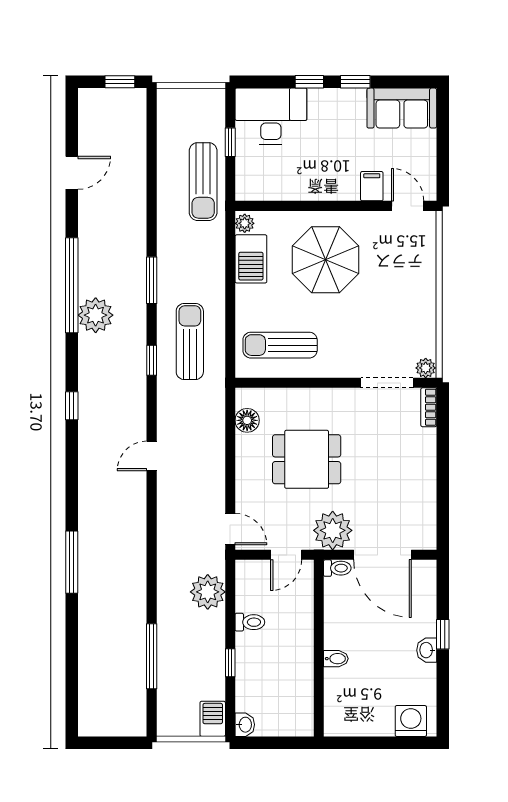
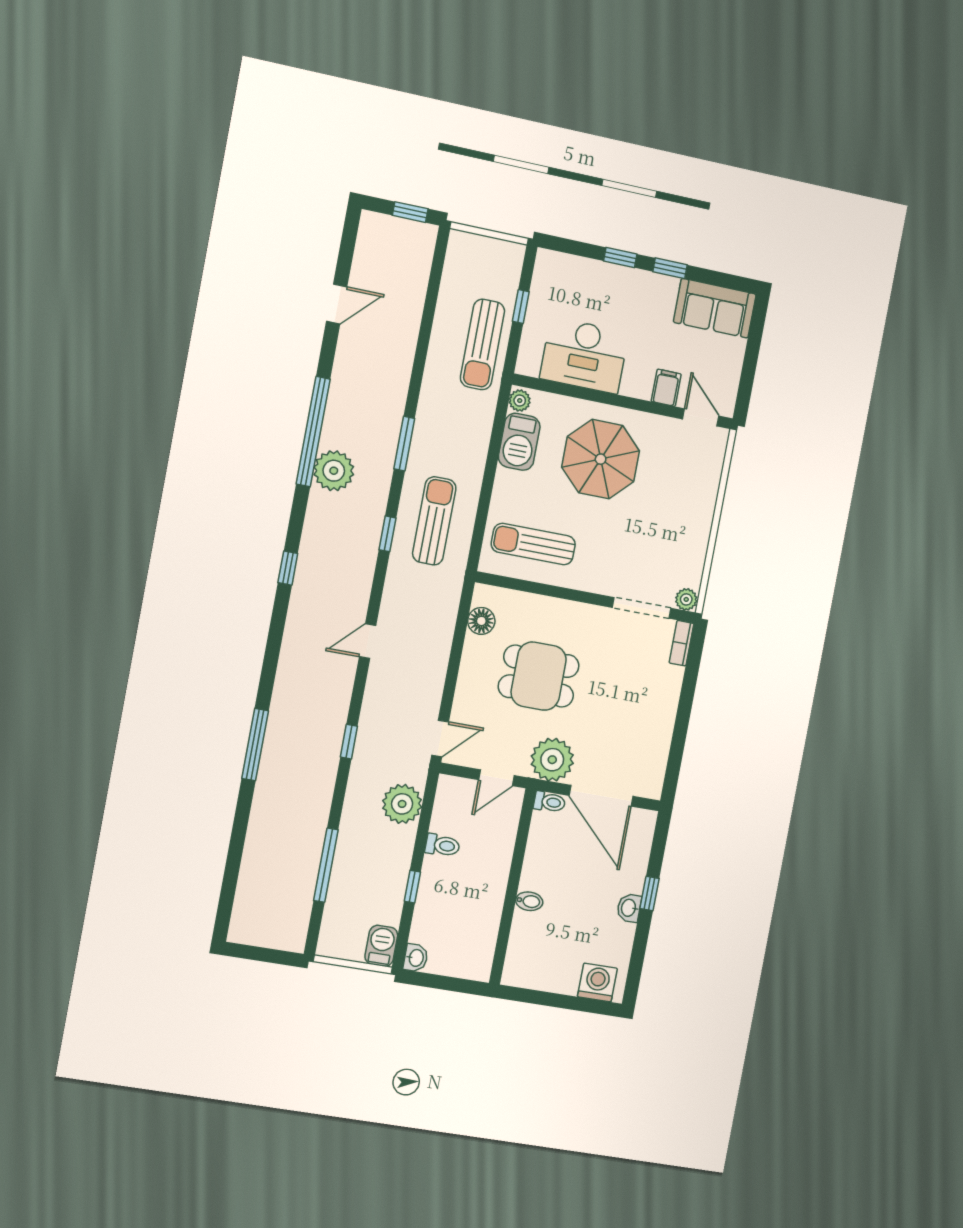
desk: (271, 116) -> (584, 355), moved, turned 180
door: (230, 529) -> (440, 738), hinge flipped
window: (152, 546) -> (349, 742), added

